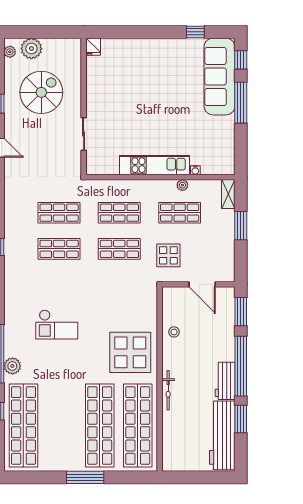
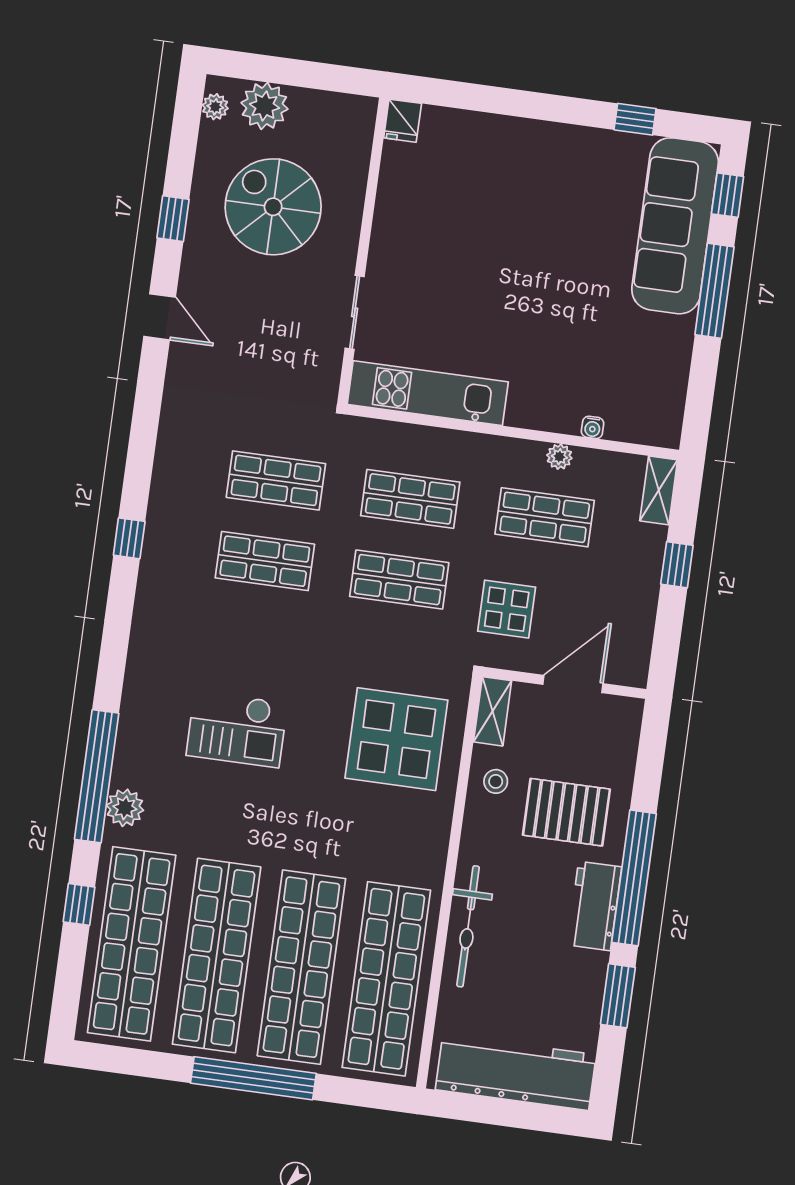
spiral stairs: (41, 92) -> (273, 207), turned -90
kitchen unit: (155, 165) -> (428, 393), moved
window: (241, 226) -> (677, 565), width x0.67
door: (202, 284) -> (573, 684), swing flipped
shelving: (168, 301) -> (493, 711), added
window: (241, 312) -> (651, 756), removed
pallet: (207, 341) -> (566, 812), added
display table: (130, 352) -> (396, 739), moved
bicycle: (168, 390) -> (468, 926), width x1.37, depth x1.40
shop shelf: (62, 425) -> (217, 956), added
workbench: (222, 435) -> (516, 1072), moved, turned 90
window: (85, 477) -> (253, 1078), width x1.46

